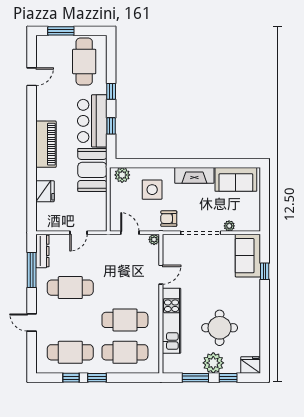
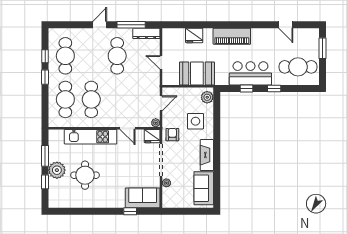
booth: (92, 170) -> (197, 73), moved
door: (32, 323) -> (100, 25), moved
fridge: (251, 365) -> (152, 136), moved, turned 90

